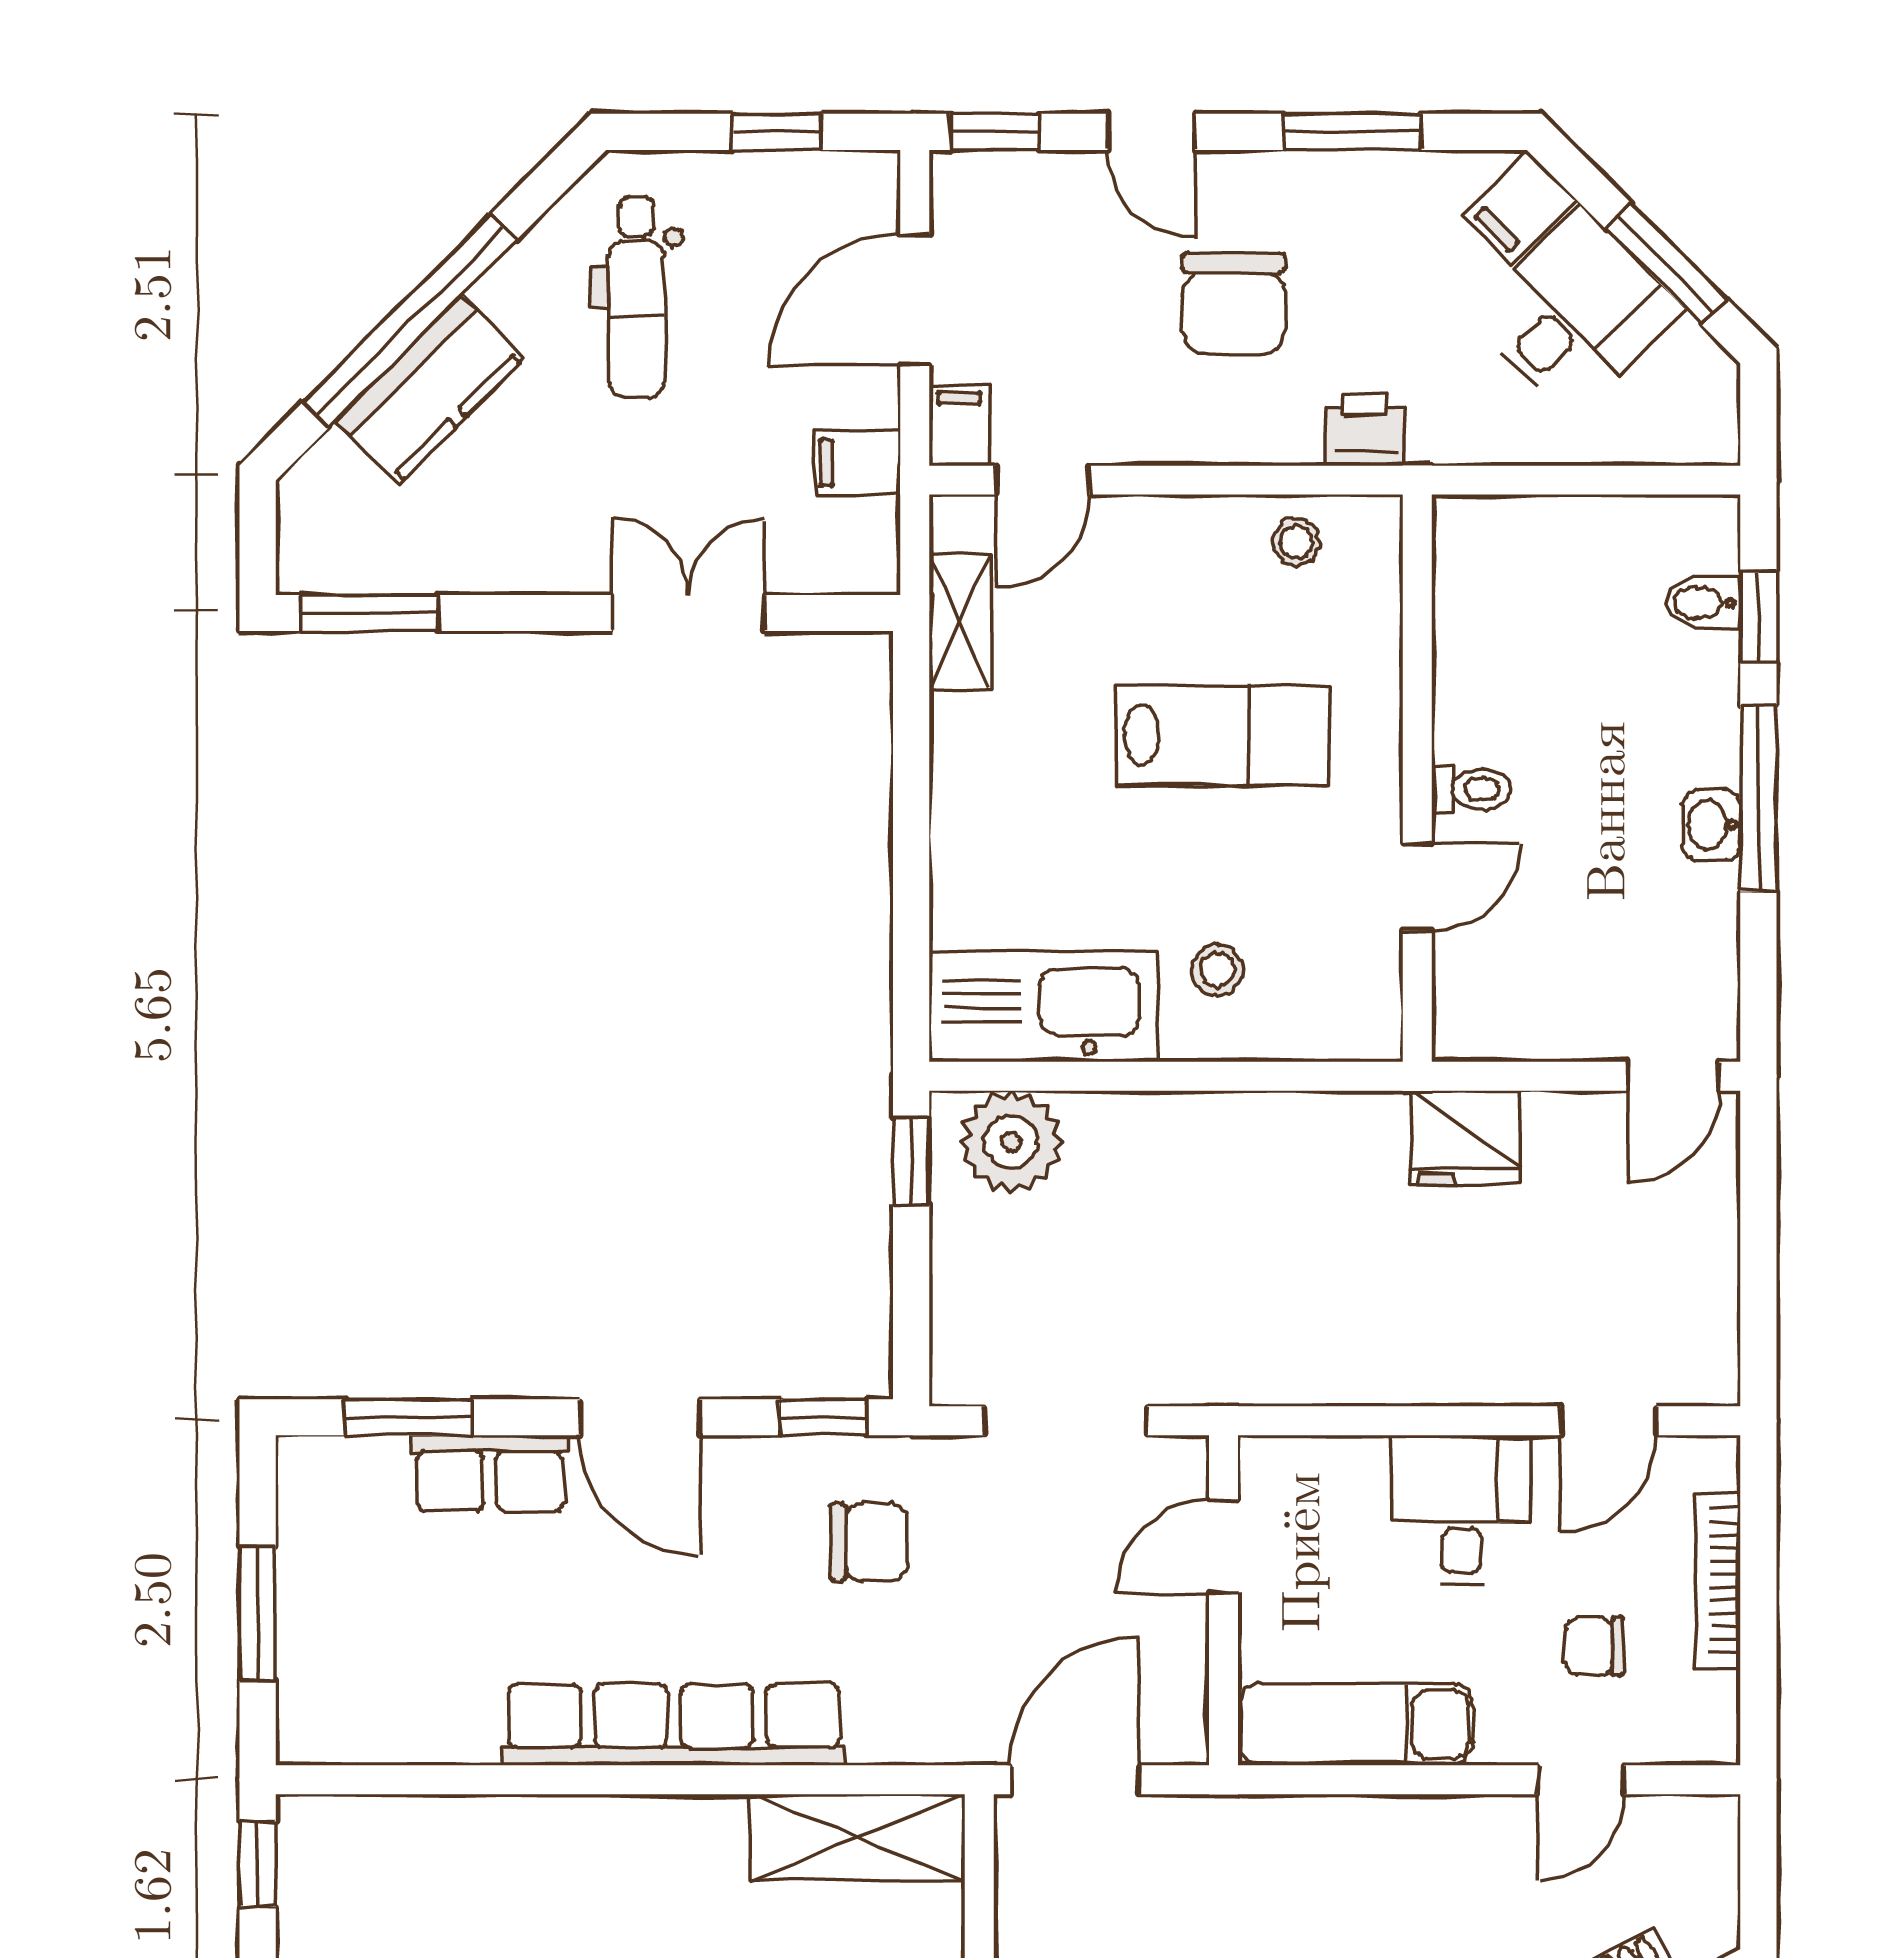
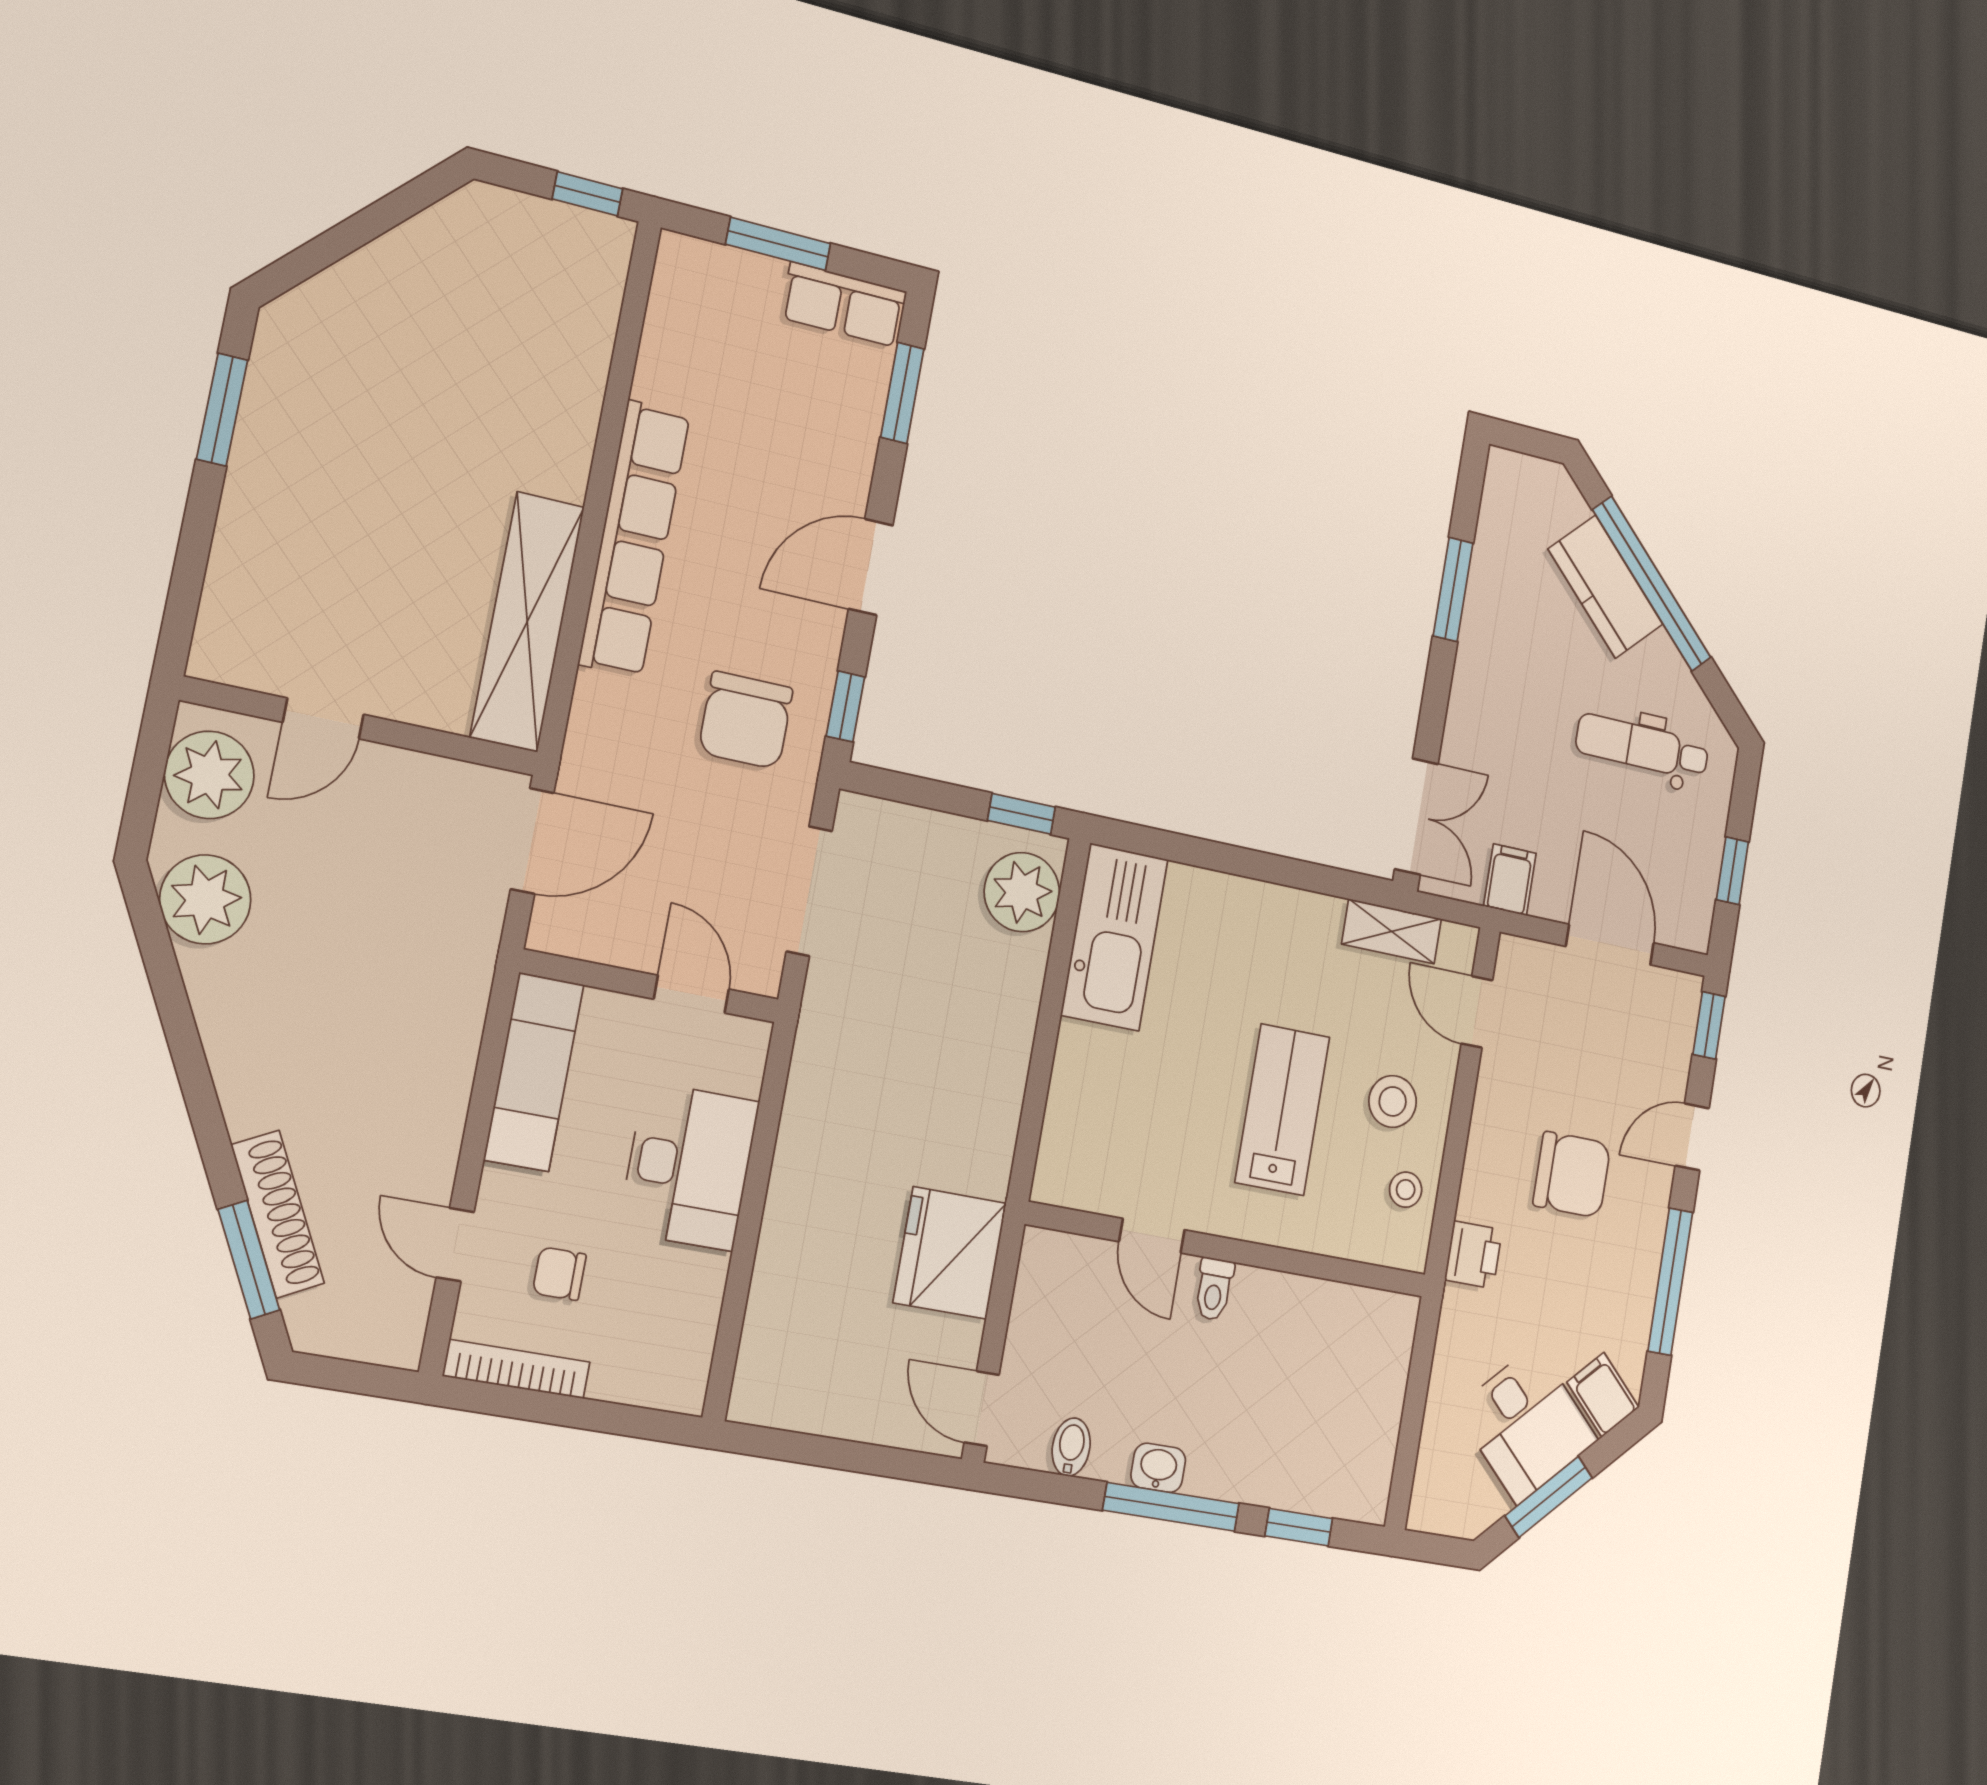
window: (1352, 132) -> (1670, 1282), width x1.44
chair: (1234, 303) -> (1572, 1175), turned 180
filing cabinet: (959, 426) -> (1523, 959), removed
bidet: (1703, 603) -> (1071, 1447), moved
window: (369, 613) -> (1453, 589), moved
double door: (688, 613) -> (1416, 816), moved
lab bench: (1223, 735) -> (1282, 1110), turned 180
stool: (1218, 970) -> (1393, 1101), moved, width x1.37, depth x1.37
fridge: (1465, 1138) -> (950, 1253), width x1.36, depth x1.34
door: (1609, 1421) -> (732, 1315), removed
row of seats: (490, 1473) -> (844, 305), moved, turned -90
desk: (1462, 1510) -> (689, 1166), width x1.37
chair: (869, 1542) -> (746, 720), width x1.37, depth x1.37
bookcase: (1718, 1581) -> (516, 1369), moved
chair: (1594, 1646) -> (559, 1274), turned -90
door: (1075, 1780) -> (532, 841), hinge flipped
shelving: (857, 1837) -> (527, 622), width x1.47

